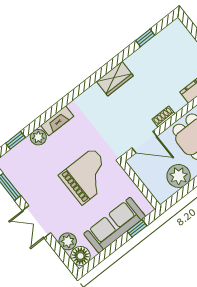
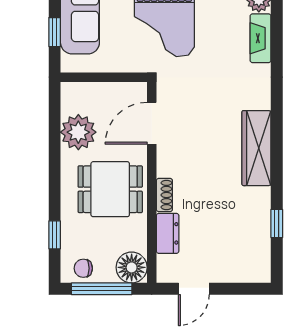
wardrobe: (115, 79) -> (256, 148), width x1.50
shoe rack: (163, 117) -> (164, 195), moved

